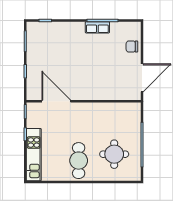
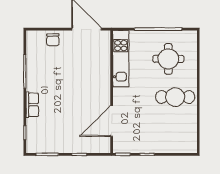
row of seats: (97, 27) -> (32, 105), moved
kitchen unit: (34, 155) -> (121, 59), moved, turned 90

